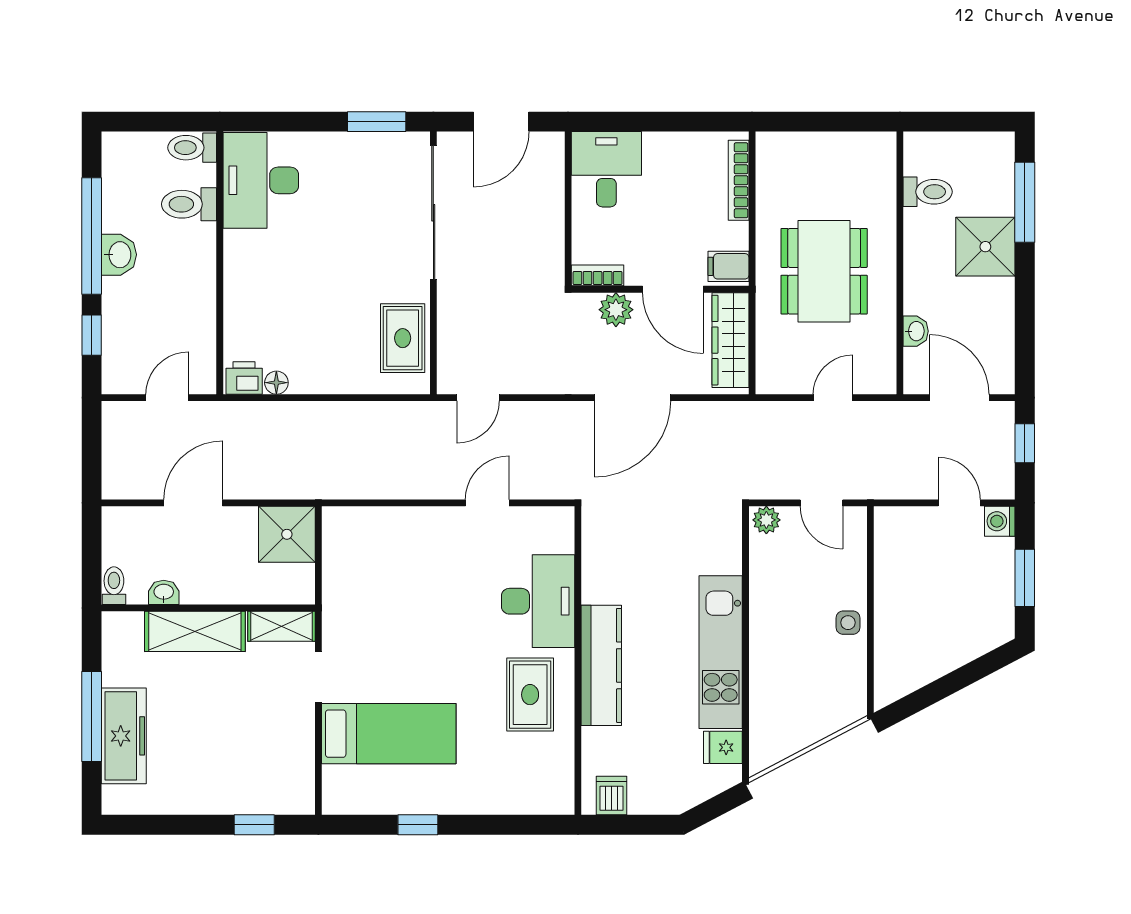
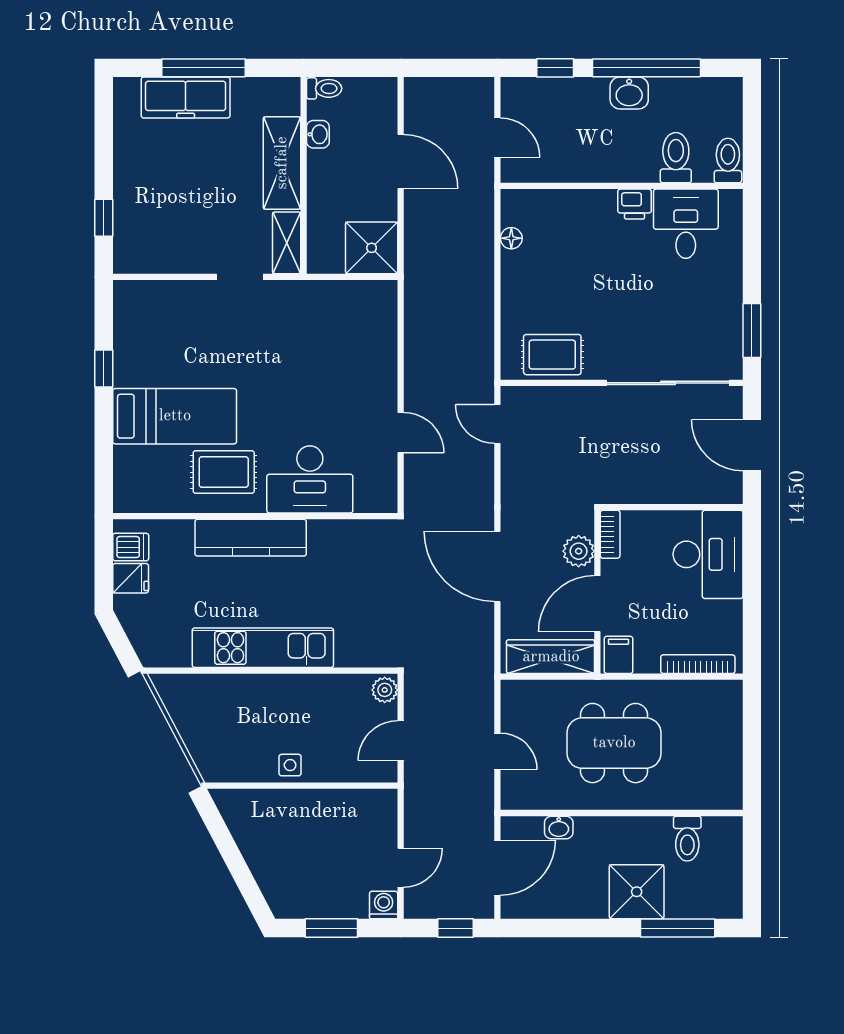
desk: (606, 169) -> (708, 554), width x1.37
desk: (261, 180) -> (686, 224), width x0.73
printer: (244, 378) -> (635, 204), moved, turned 90
bed: (389, 734) -> (175, 416), moved, turned -90
fridge: (723, 747) -> (131, 578), moved, turned 90

